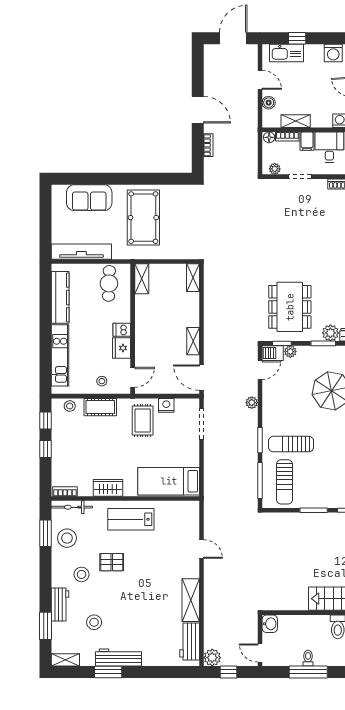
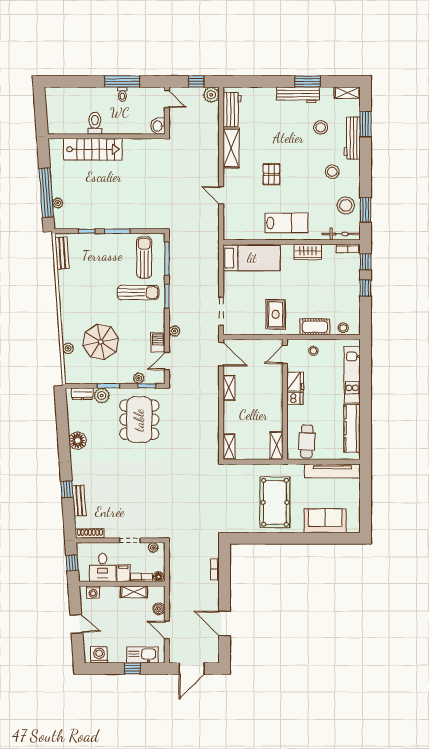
door: (198, 110) -> (225, 623), moved
barbecue: (273, 353) -> (158, 342), moved, turned -90
nightstand: (166, 405) -> (254, 328), removed
window: (46, 421) -> (366, 262), moved
pallet: (112, 562) -> (271, 174), moved, turned 90
workbench: (60, 605) -> (352, 138), width x1.38

